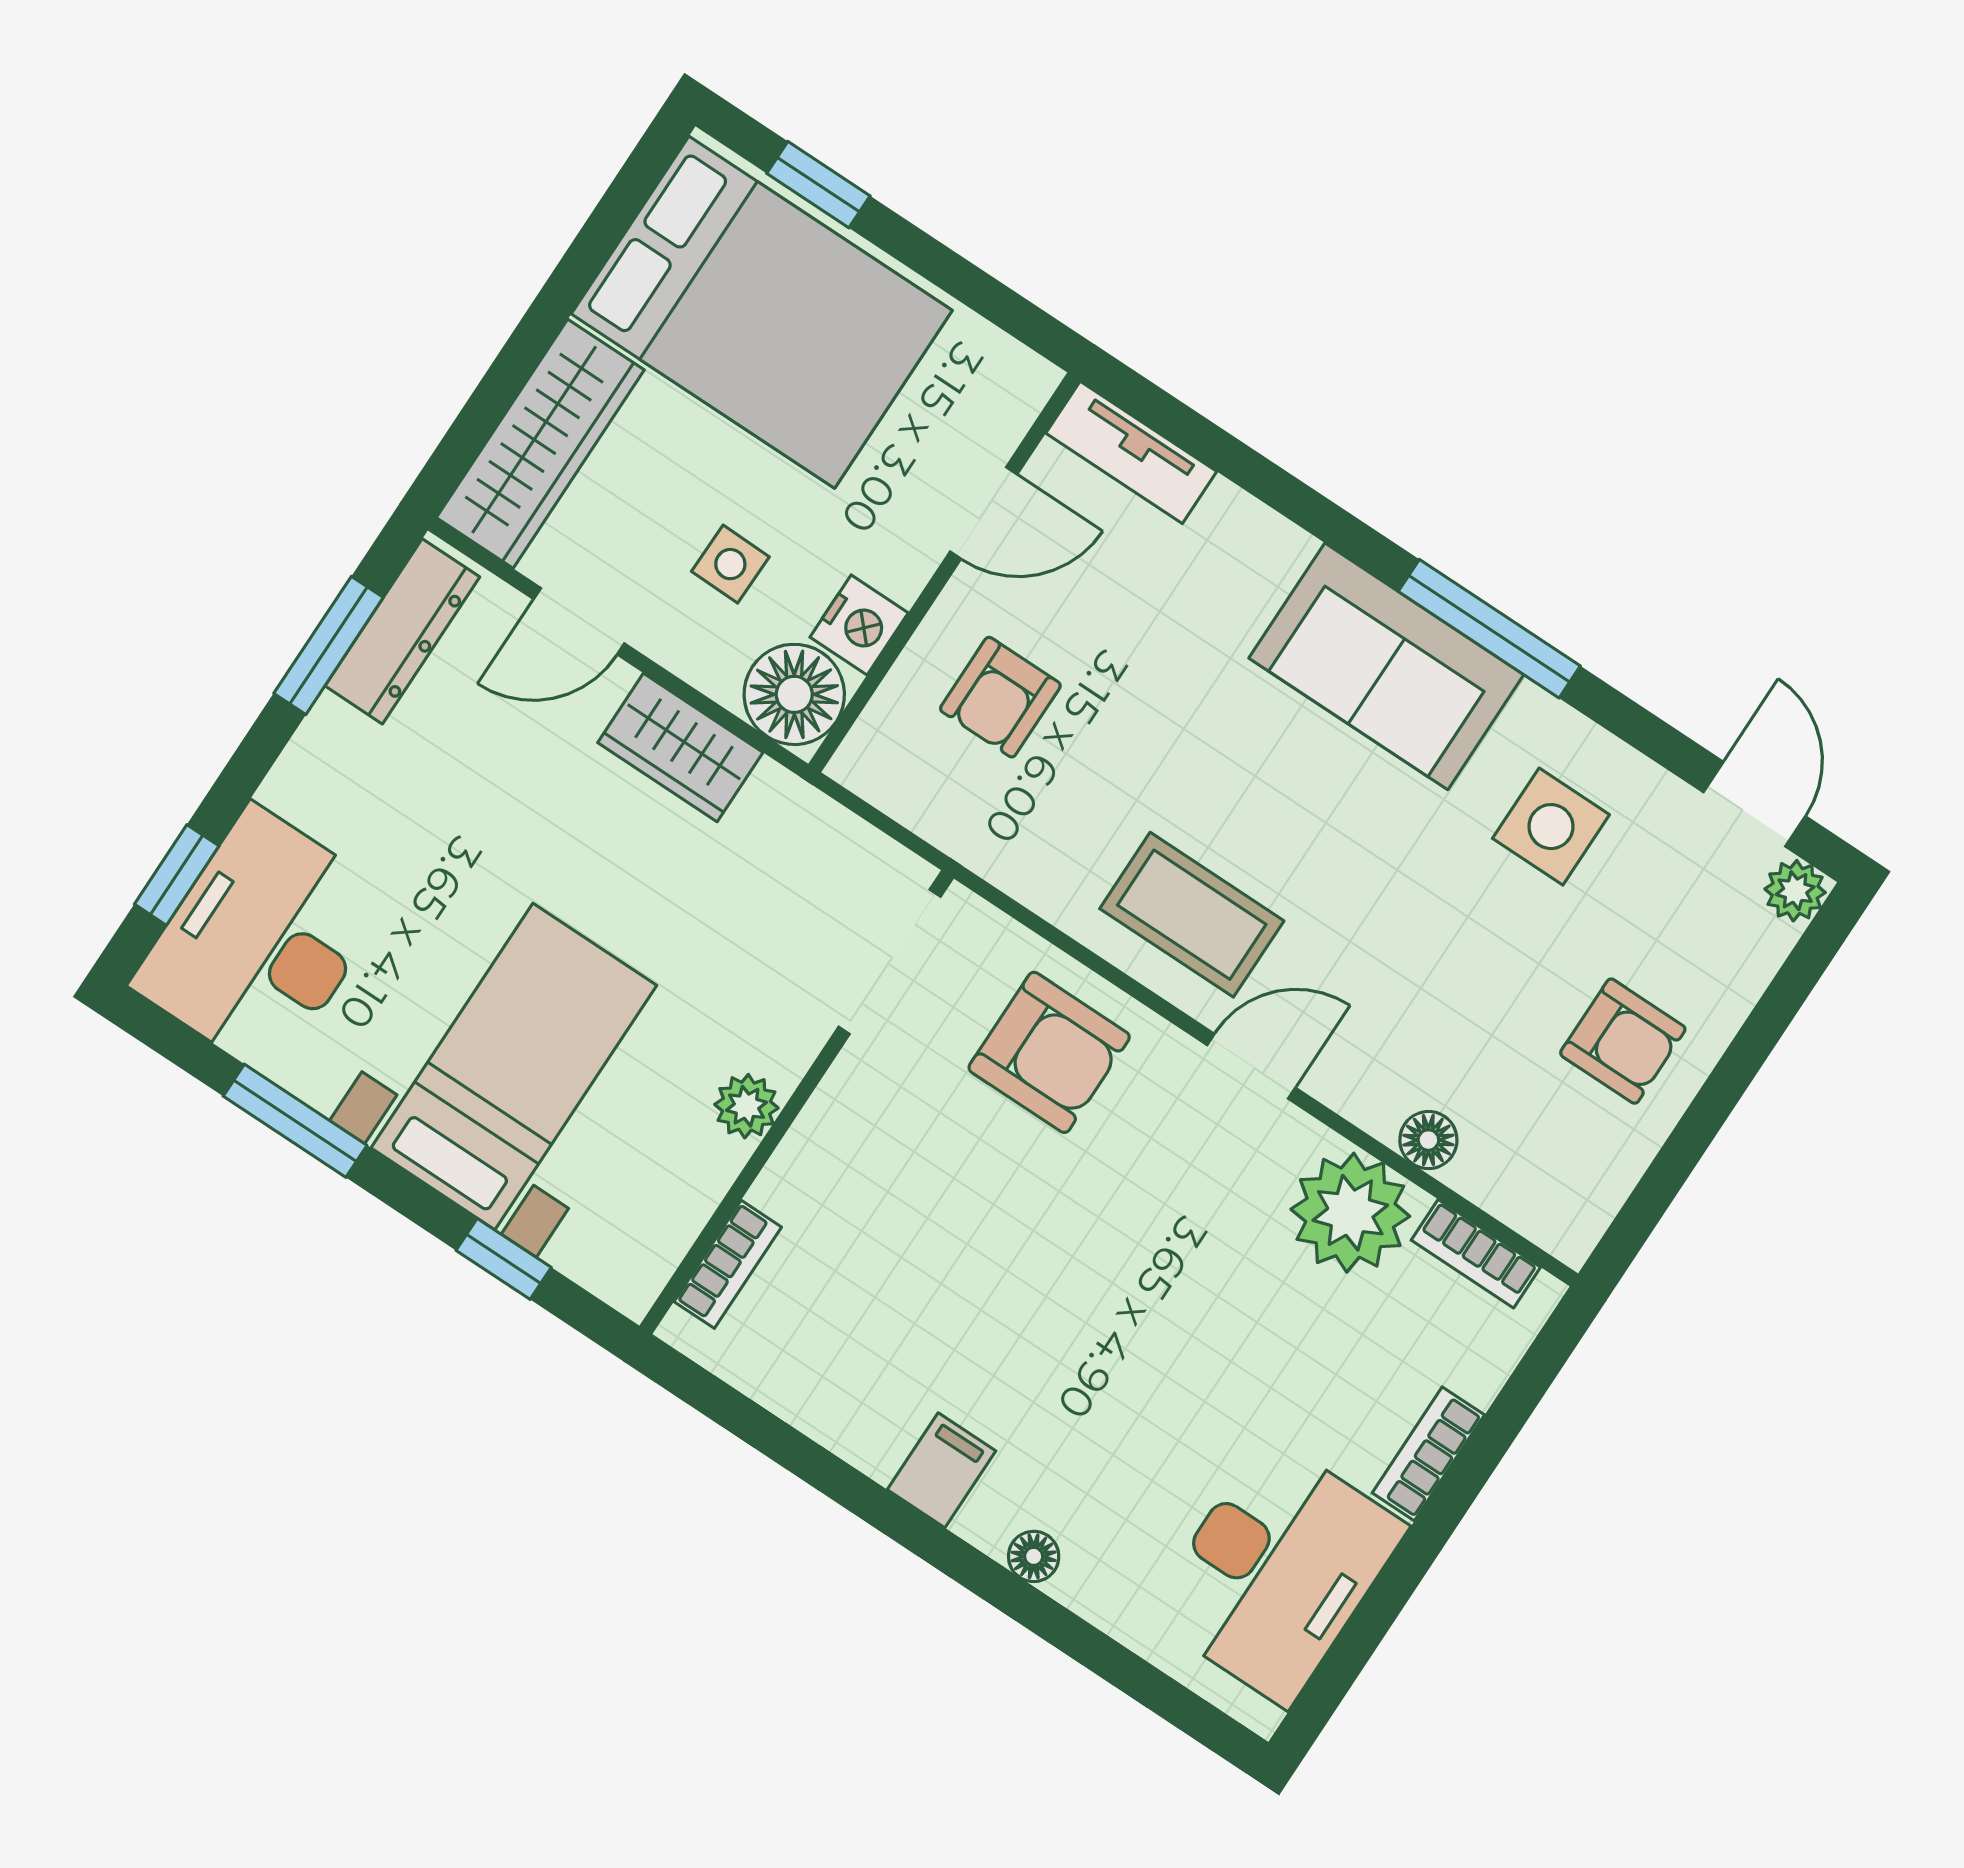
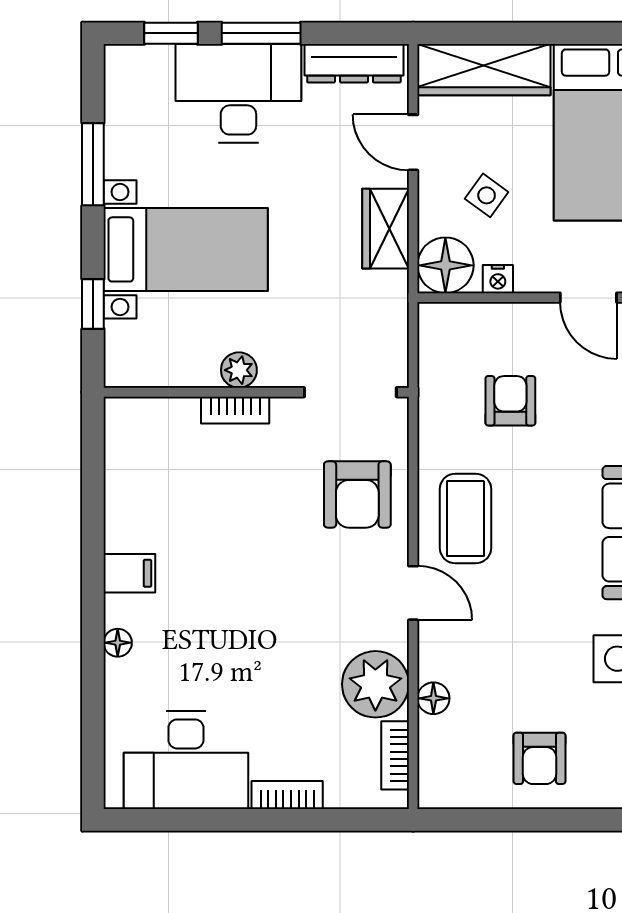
side table: (730, 564) -> (487, 195), turned 35
nightstand: (859, 625) -> (498, 279), width x0.72, depth x0.74
window: (329, 645) -> (261, 33), moved
armchair: (1000, 697) -> (510, 401), moved, turned 90
desk: (262, 941) -> (238, 93), moved
bookcase: (728, 1264) -> (235, 410), moved

